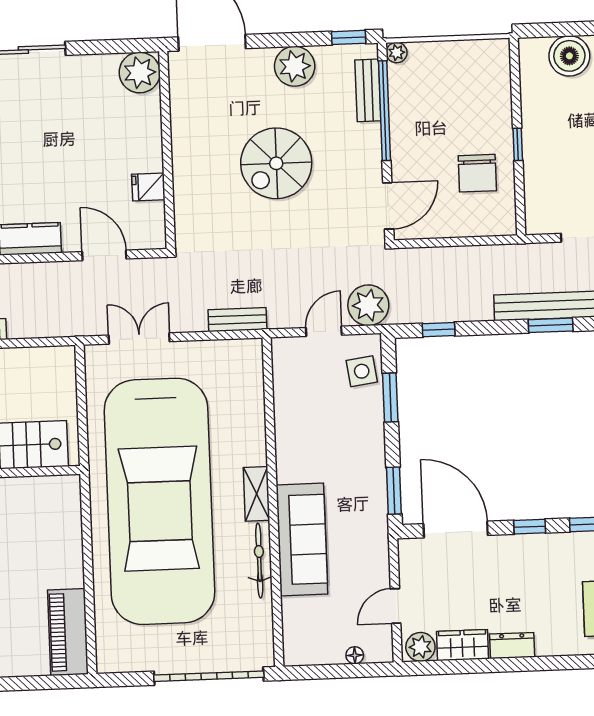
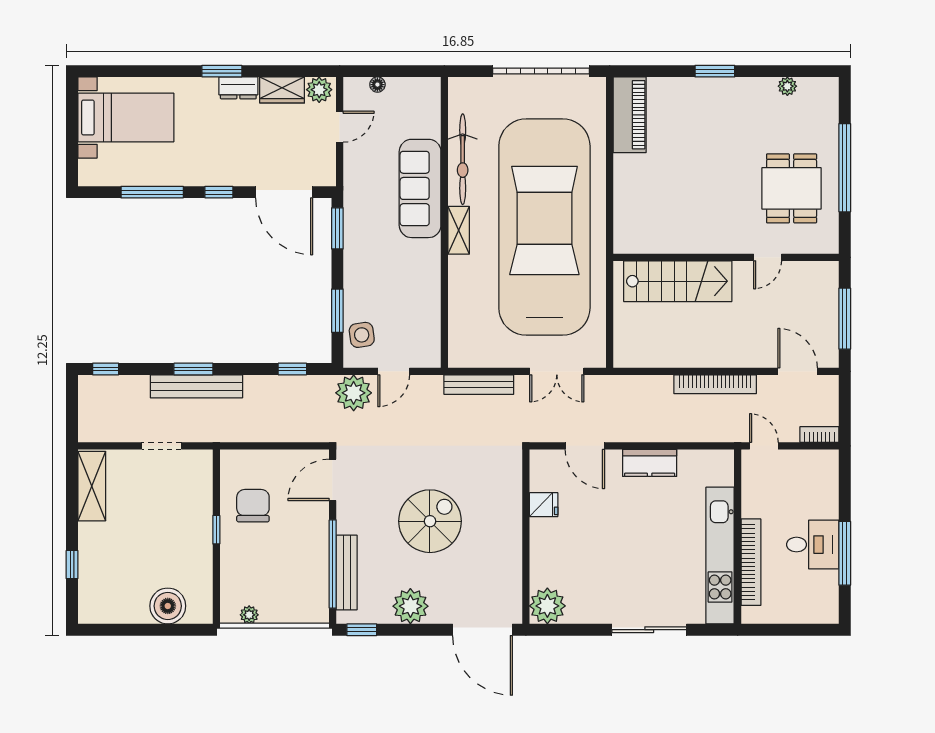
plant: (397, 53) -> (249, 615), moved
bench: (368, 90) -> (347, 572), width x1.36
bench: (237, 320) -> (479, 385), width x1.36
bicycle: (259, 561) -> (463, 159), width x1.37, depth x1.40
window: (531, 664) -> (222, 71), added
garage door: (209, 676) -> (541, 71), moved

